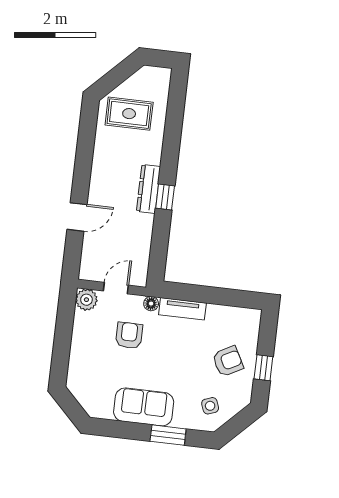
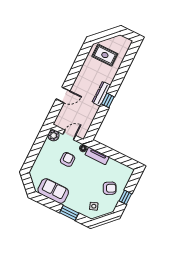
sofa: (144, 407) -> (53, 191), moved

